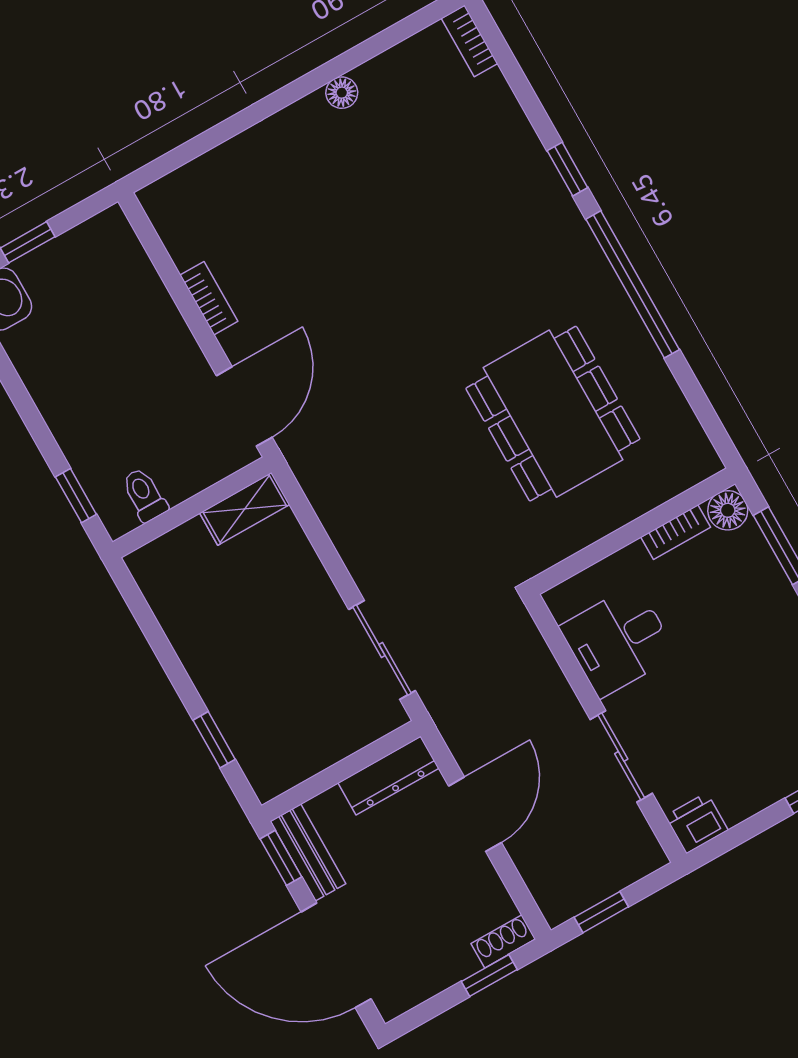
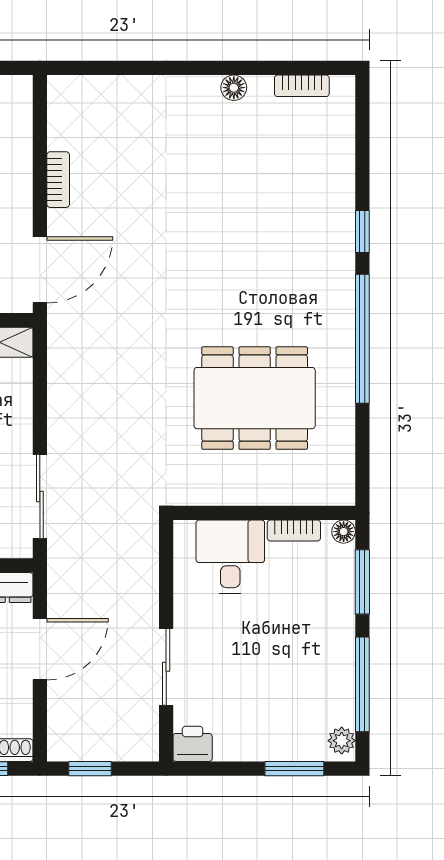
bookcase: (469, 41) -> (302, 86), moved, turned -90
dining table: (553, 414) -> (255, 398), turned 90
floor lamp: (728, 510) -> (344, 532), width x0.73, depth x0.73
desk: (618, 641) -> (230, 557), moved, turned 90

